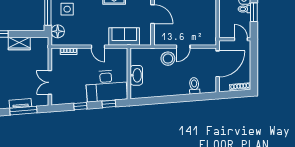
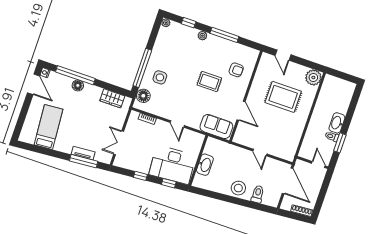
sofa: (124, 37) -> (216, 127), moved
wardrobe: (19, 44) -> (112, 98), moved
door: (183, 47) -> (260, 152), hinge flipped
stool: (168, 59) -> (238, 188), moved
door: (218, 64) -> (288, 181), hinge flipped

